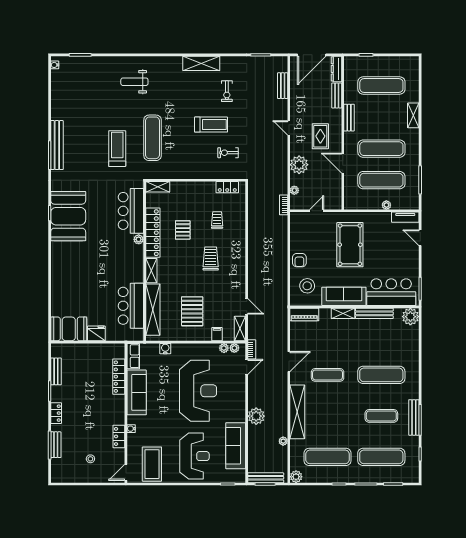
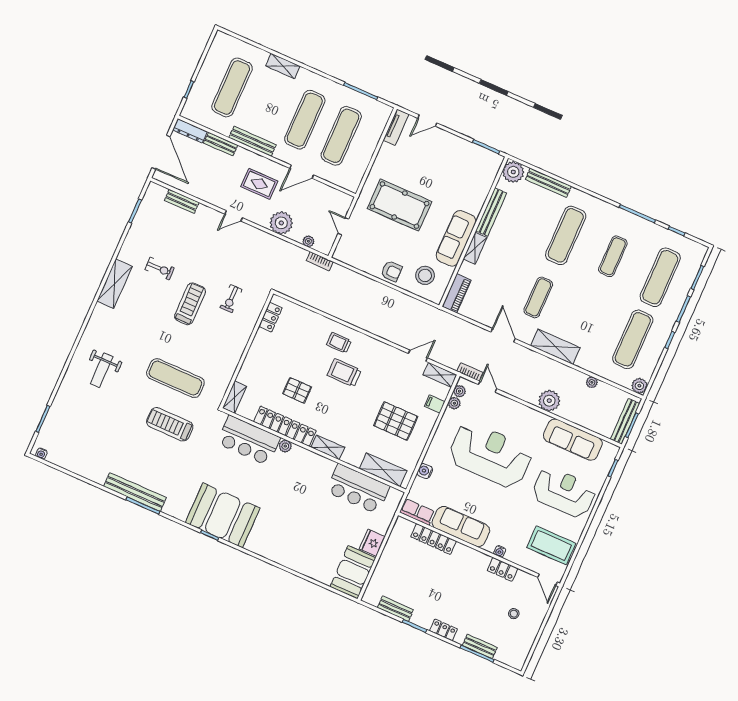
bench: (349, 118) -> (252, 141), width x1.36
plant: (386, 205) -> (372, 143), removed
trolley: (217, 220) -> (339, 343), moved
bar counter: (391, 292) -> (475, 182), removed
shelving: (153, 310) -> (383, 470), width x0.68
shelving: (297, 412) -> (555, 347), width x0.68
bench: (414, 417) -> (548, 183), moved

